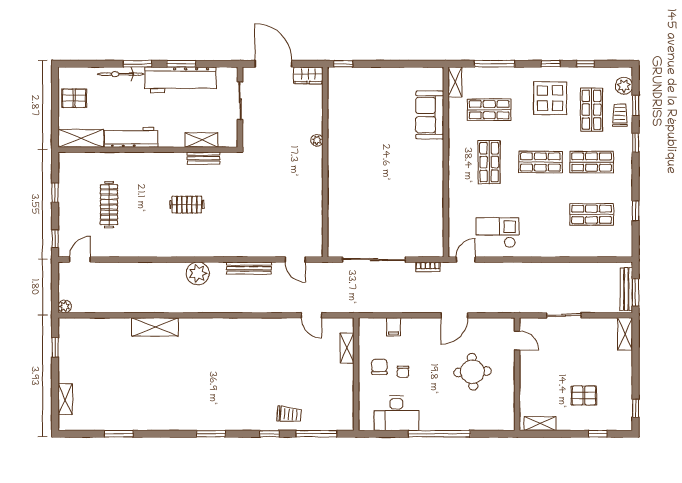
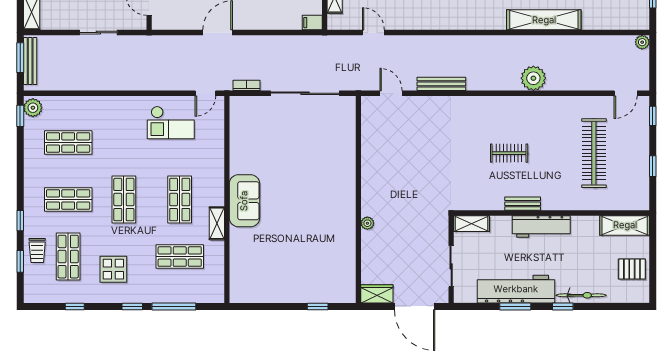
window: (138, 64) -> (563, 307), width x0.67
window: (343, 64) -> (318, 307), moved
window: (551, 64) -> (132, 307), moved
shelving: (455, 82) -> (217, 223), moved
plant: (624, 86) -> (33, 108), moved
display table: (550, 98) -> (113, 269), width x0.73, depth x0.73
sofa: (430, 115) -> (244, 201), moved
workbench: (131, 137) -> (541, 226), moved
shelving: (201, 140) -> (471, 224), moved
bench: (203, 158) -> (523, 204), moved
shop shelf: (540, 162) -> (124, 200), turned 90
clothes rail: (109, 205) -> (594, 153), width x1.37, depth x1.31
window: (636, 211) -> (20, 116), moved
plant: (198, 273) -> (533, 78), moved
shelving: (155, 327) -> (544, 20), width x1.47
filing cabinet: (393, 327) -> (312, 23), moved, turned -90

